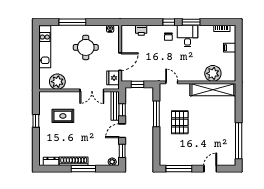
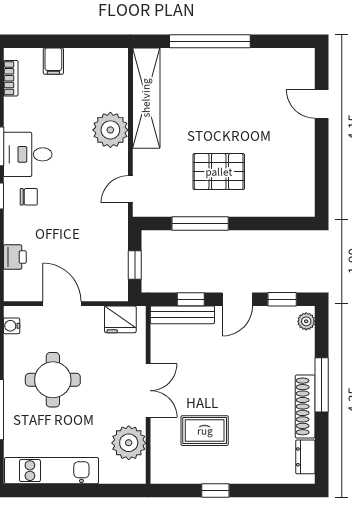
door: (120, 62) -> (62, 304), moved
plant: (213, 73) -> (110, 130), moved
double door: (92, 90) -> (148, 391), moved
rug: (63, 116) -> (205, 431), turned 90
door: (122, 131) -> (237, 299), hinge flipped
window: (239, 141) -> (210, 41), moved
window: (179, 169) -> (322, 174), removed

